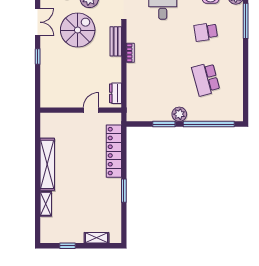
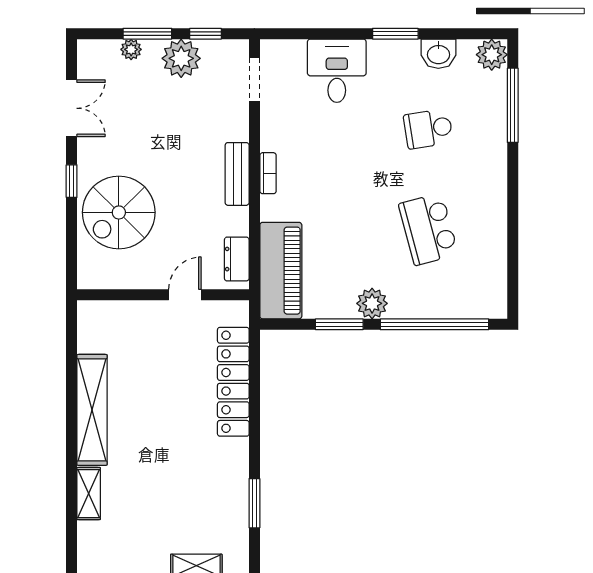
spiral stairs: (78, 30) -> (119, 212), moved, turned 180
bench: (116, 41) -> (237, 174), moved
piano: (136, 99) -> (281, 271), added
window: (124, 191) -> (254, 503), moved

